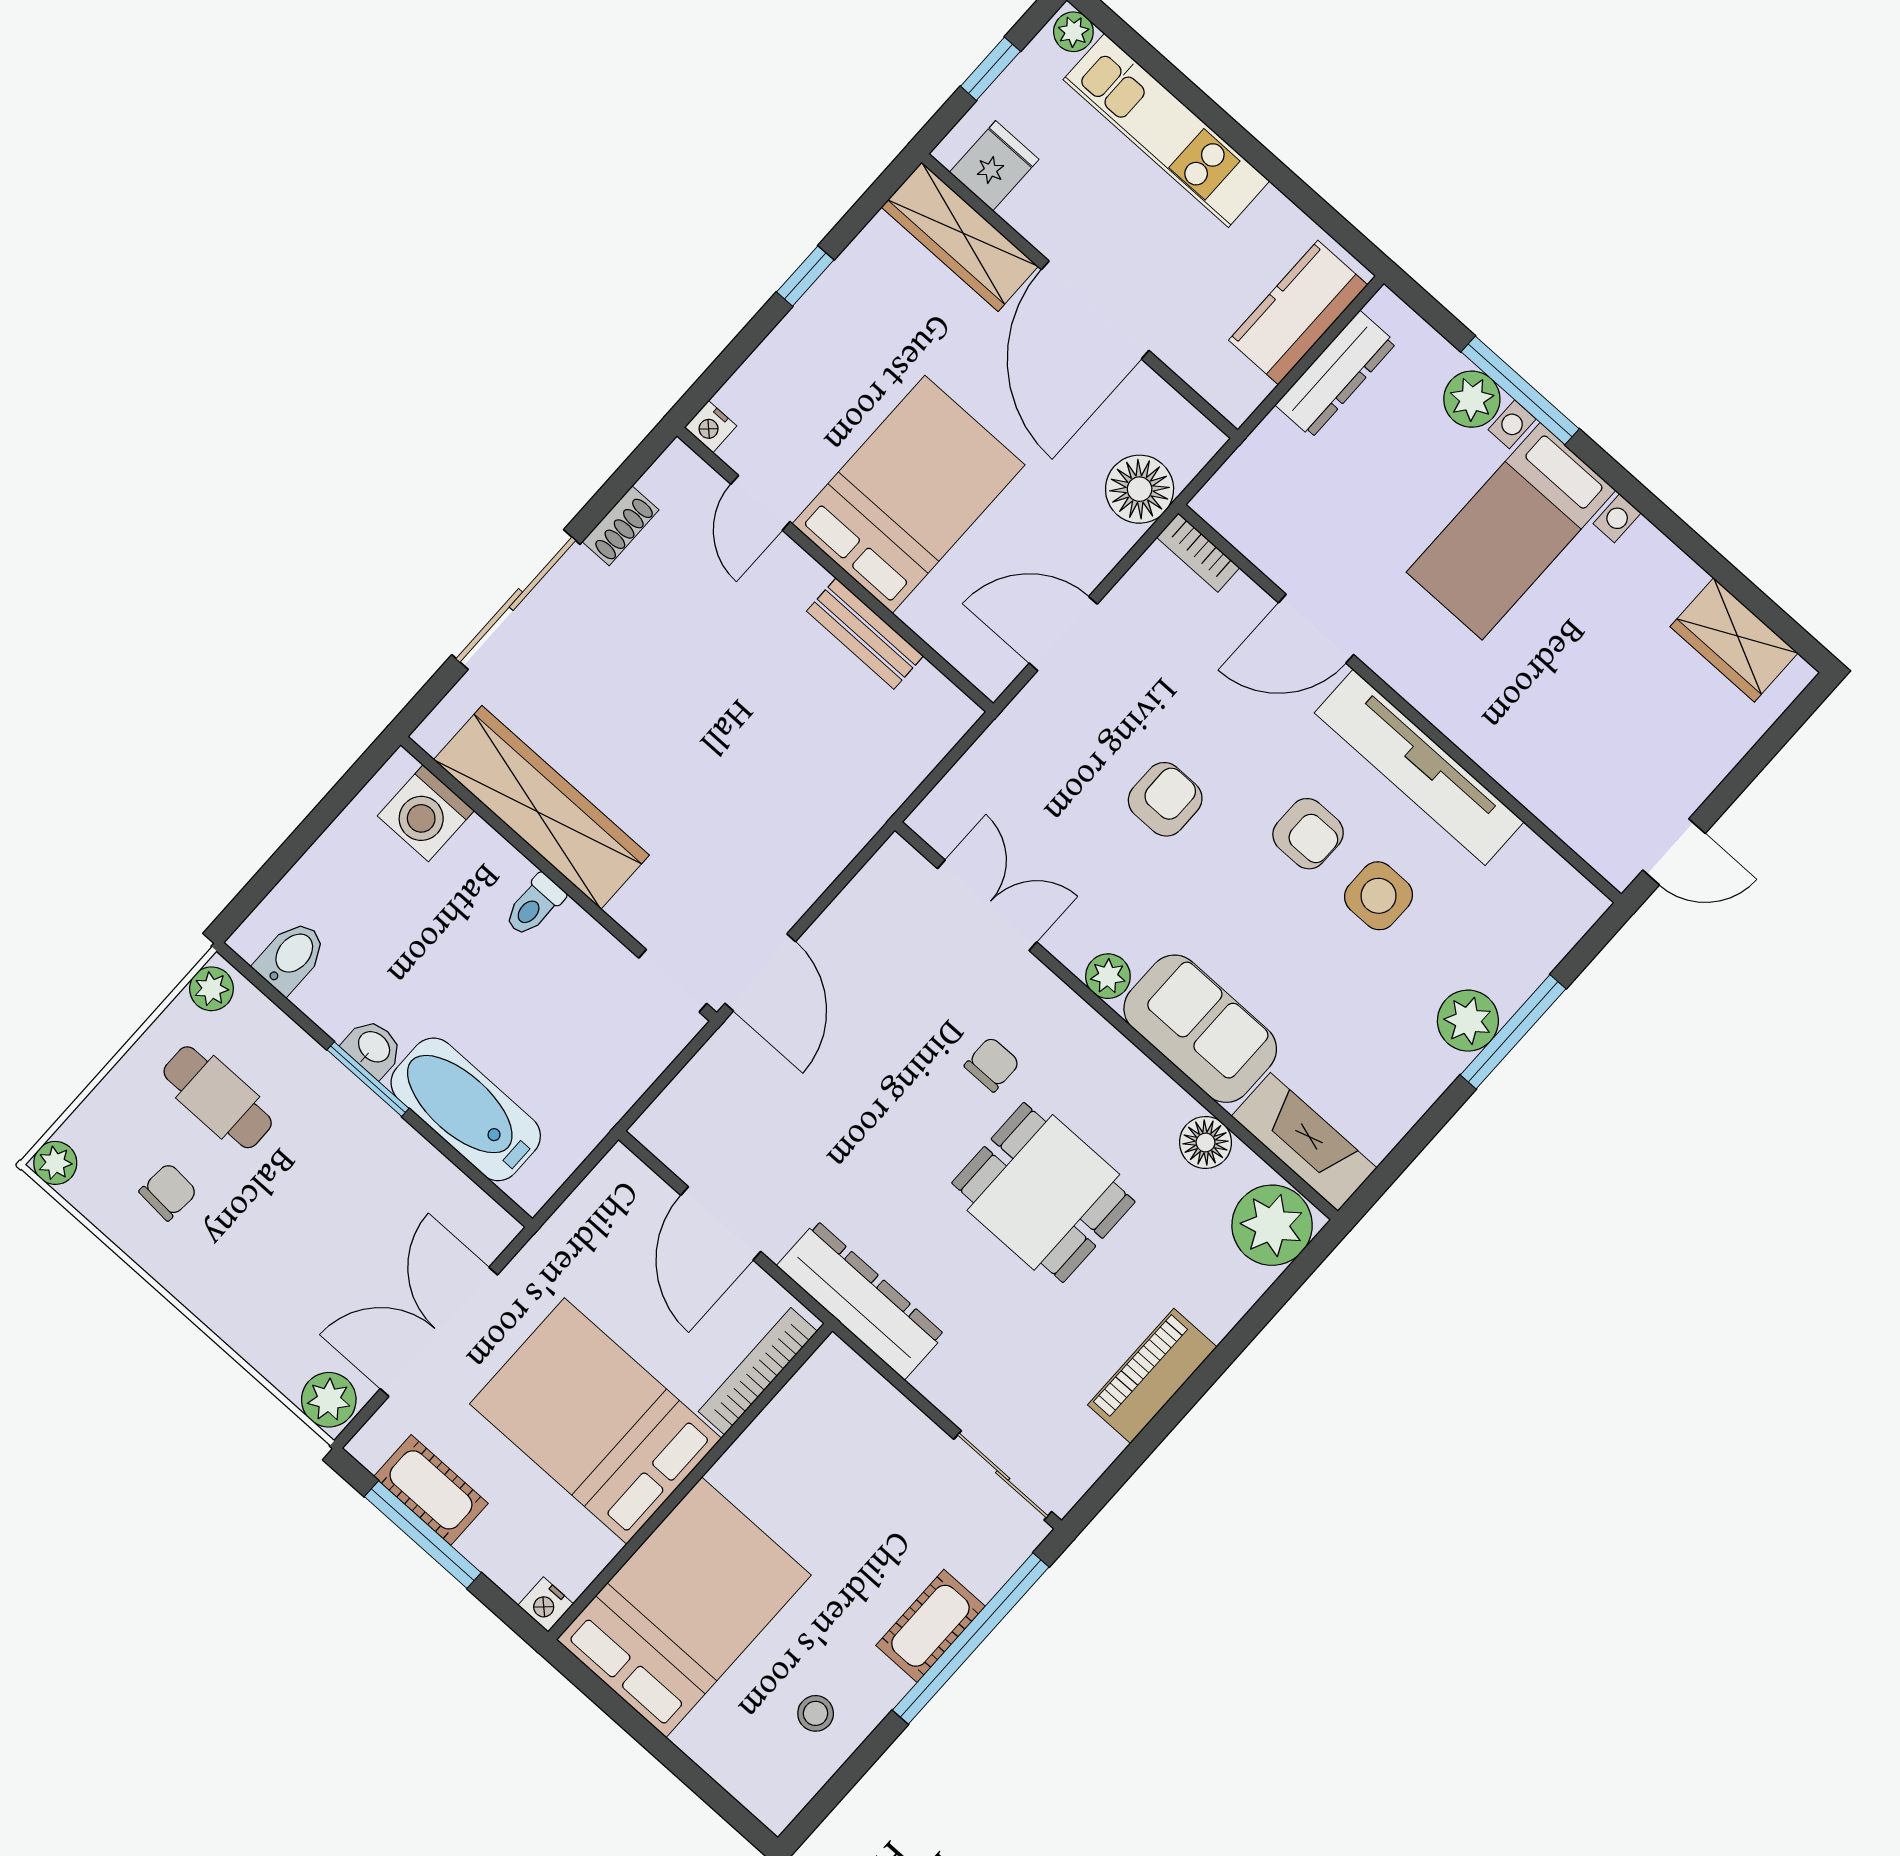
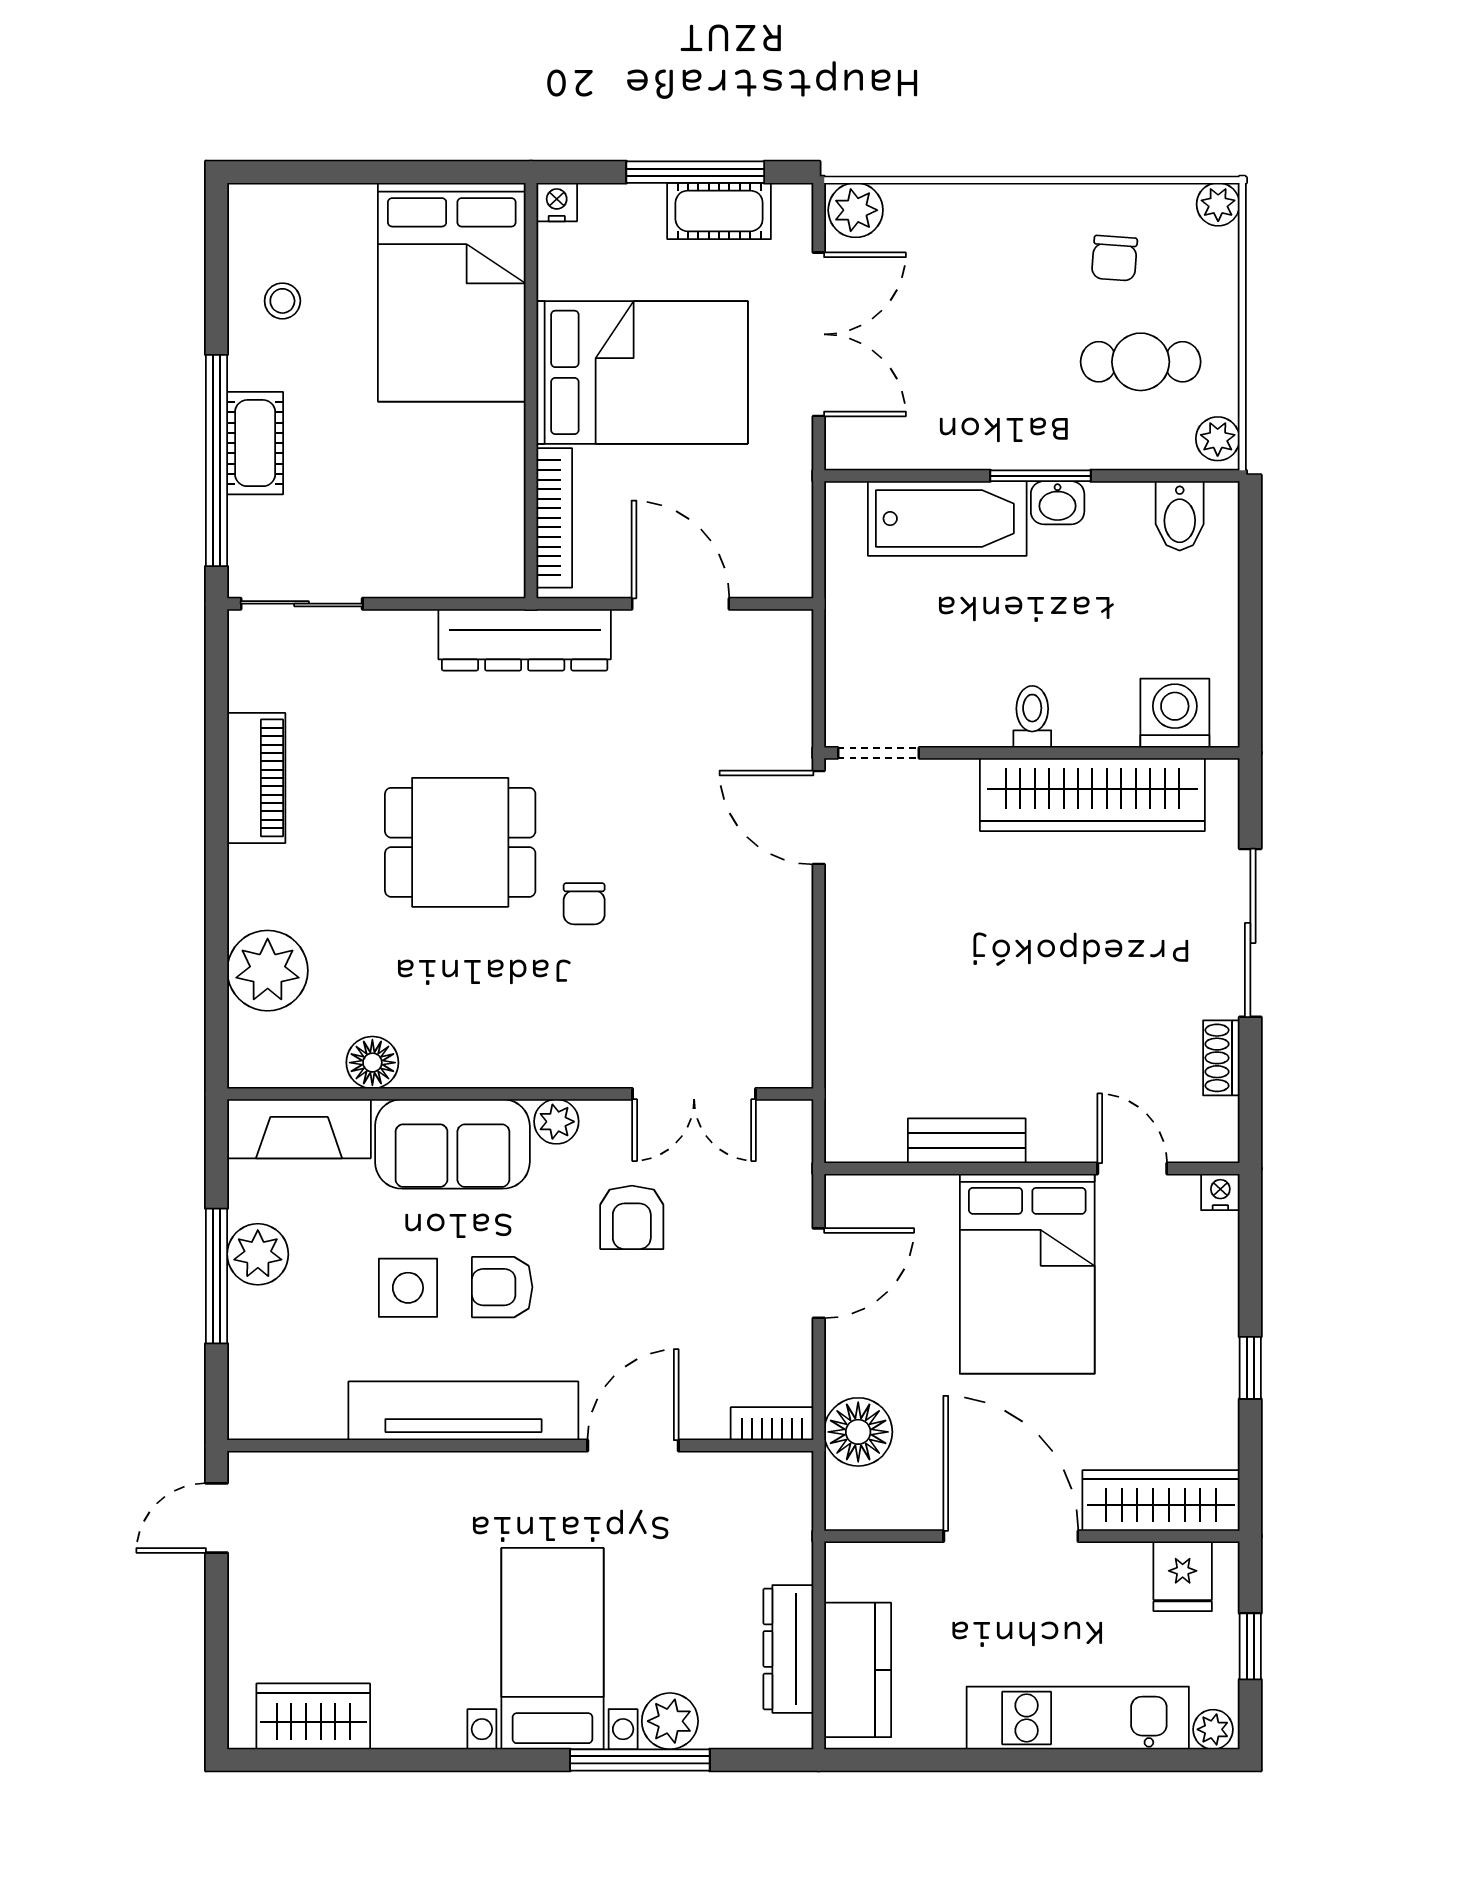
double door: (987, 905) -> (694, 1094), moved
plant: (1108, 976) -> (556, 1122), moved
wall: (1116, 1021) -> (520, 1094), moved
sofa: (1200, 1029) -> (452, 1144), moved
floor lamp: (1206, 1142) -> (372, 1063), moved
fireplace: (1304, 1142) -> (299, 1129), moved

